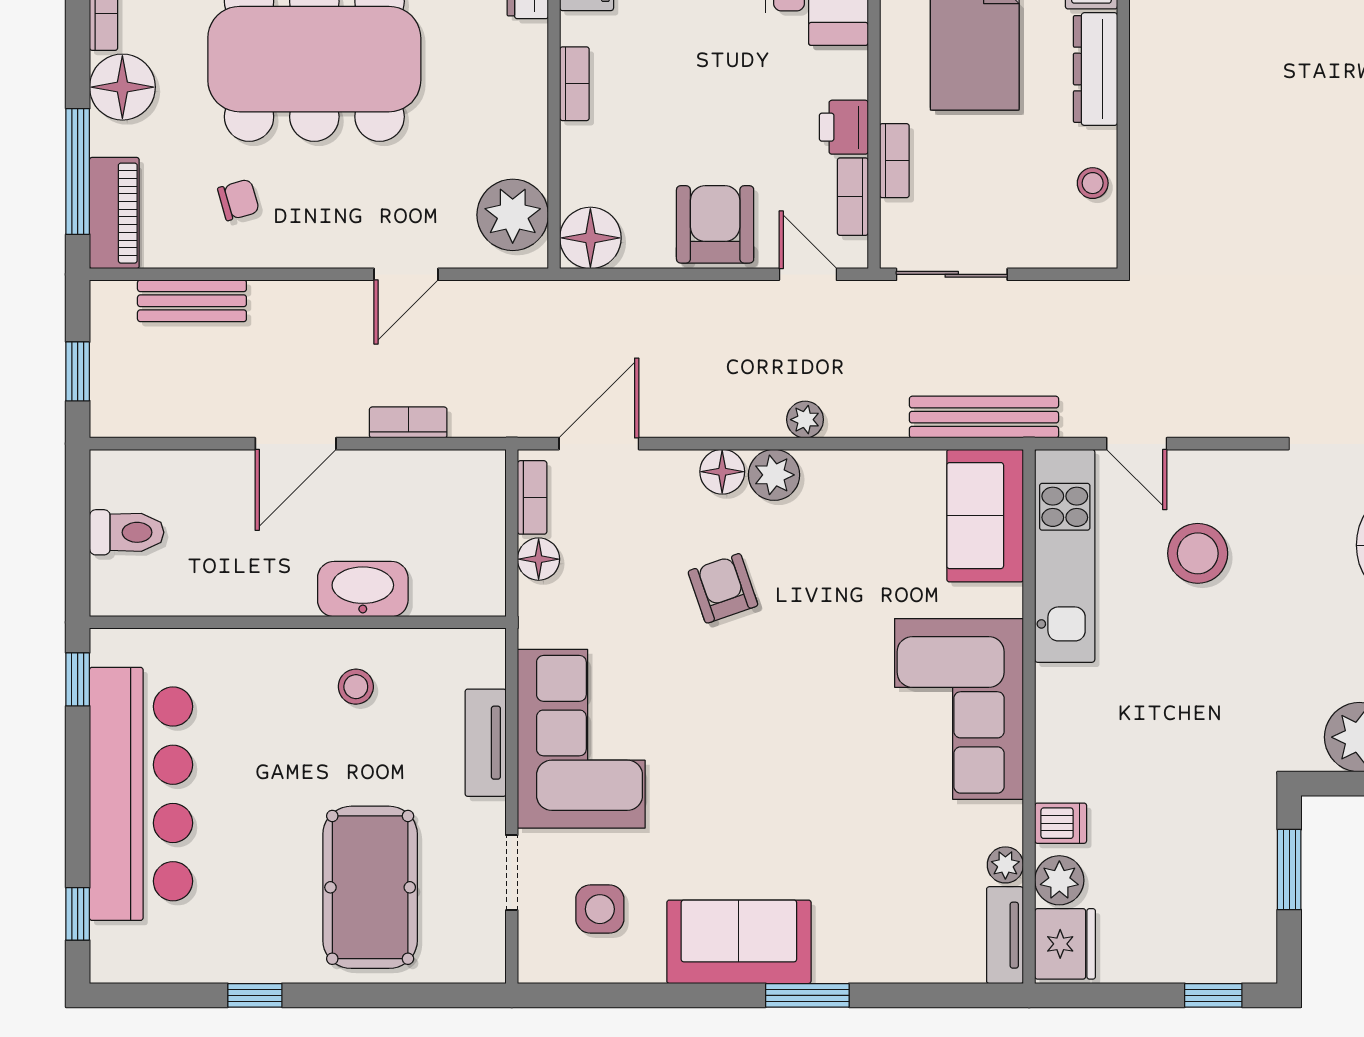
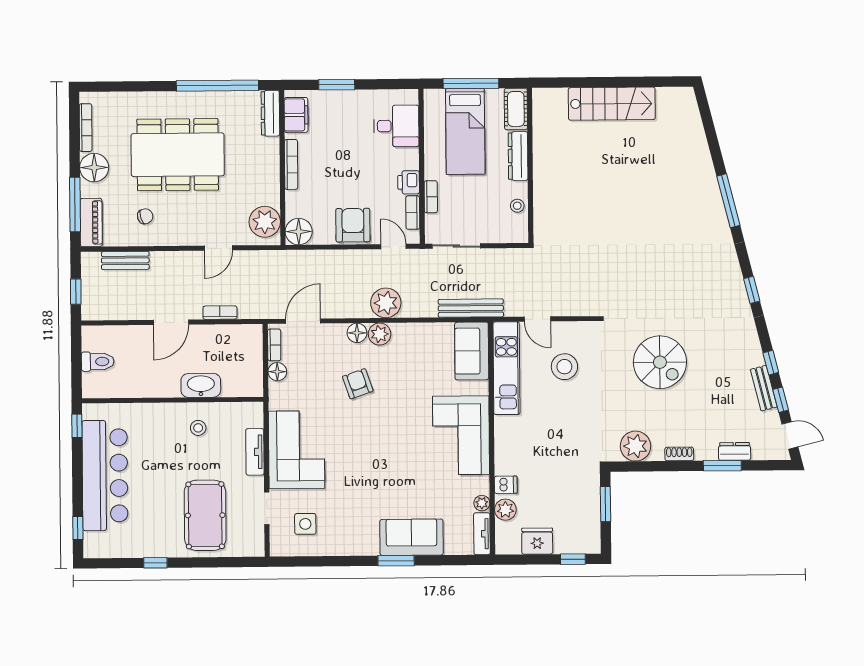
bookcase: (574, 84) -> (291, 164), width x1.56
plant: (805, 420) -> (386, 303), width x1.88, depth x1.88
sofa: (739, 942) -> (412, 537), moved
fridge: (1065, 944) -> (537, 541), moved, turned -90

